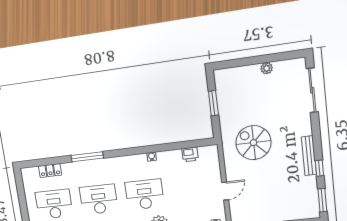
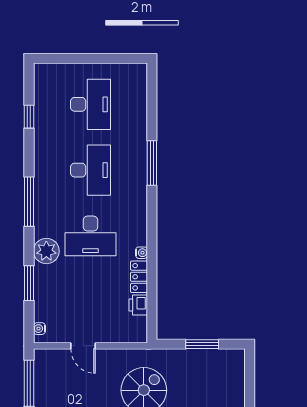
locker: (50, 171) -> (139, 277), moved
desk: (145, 194) -> (90, 236), turned 90

